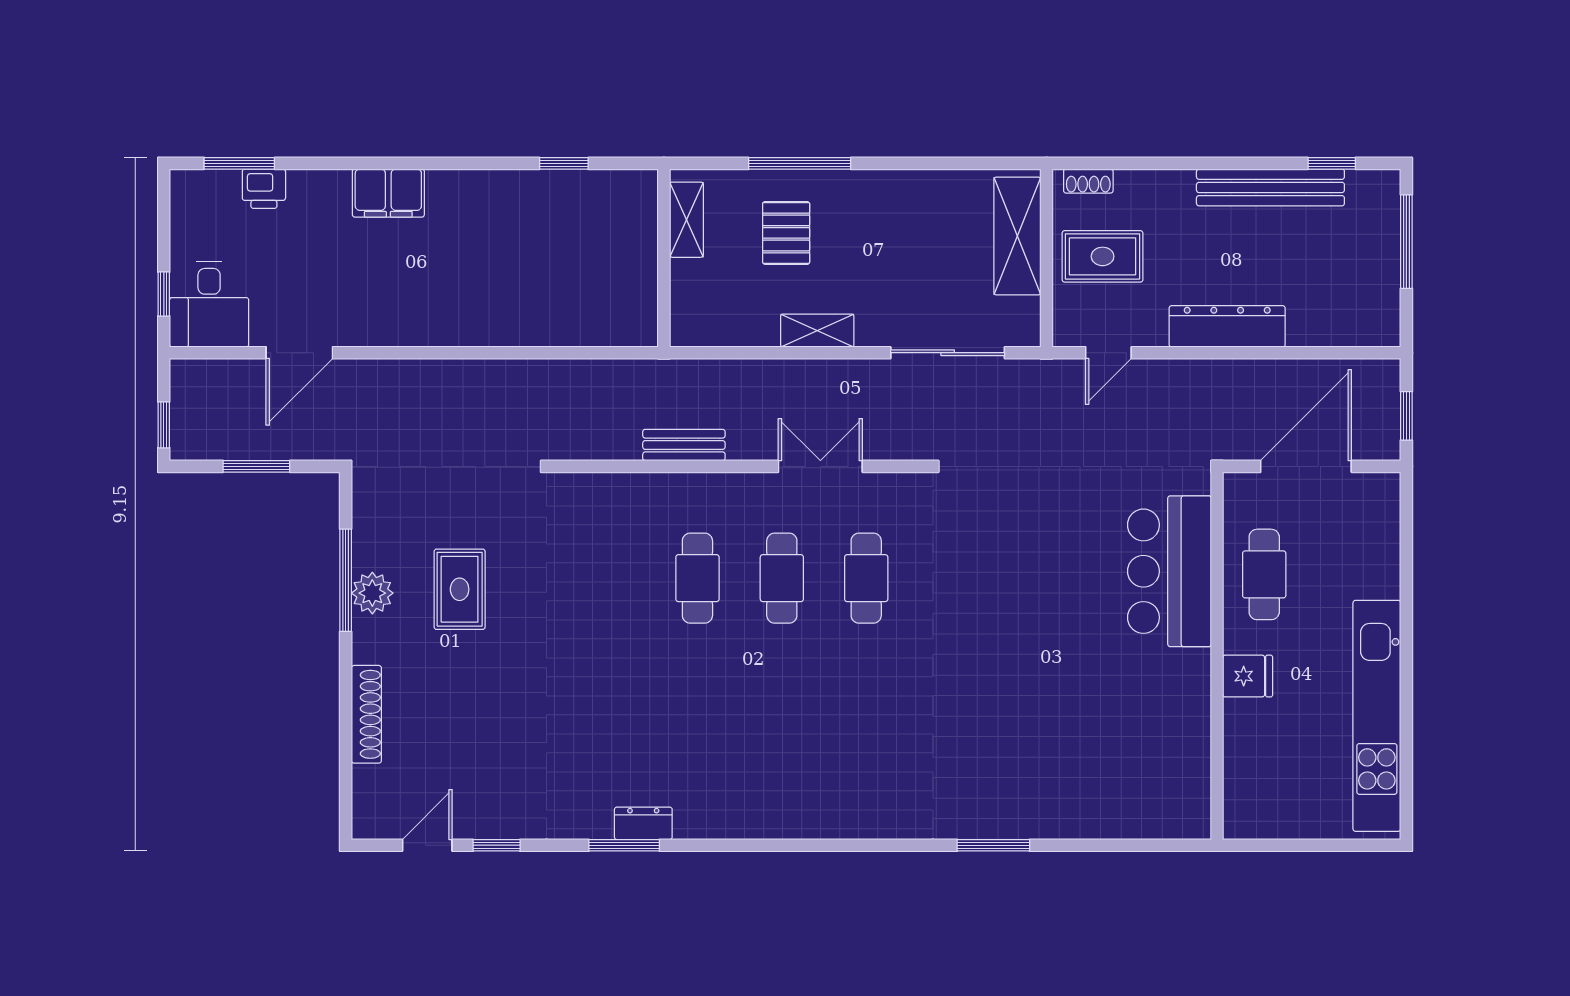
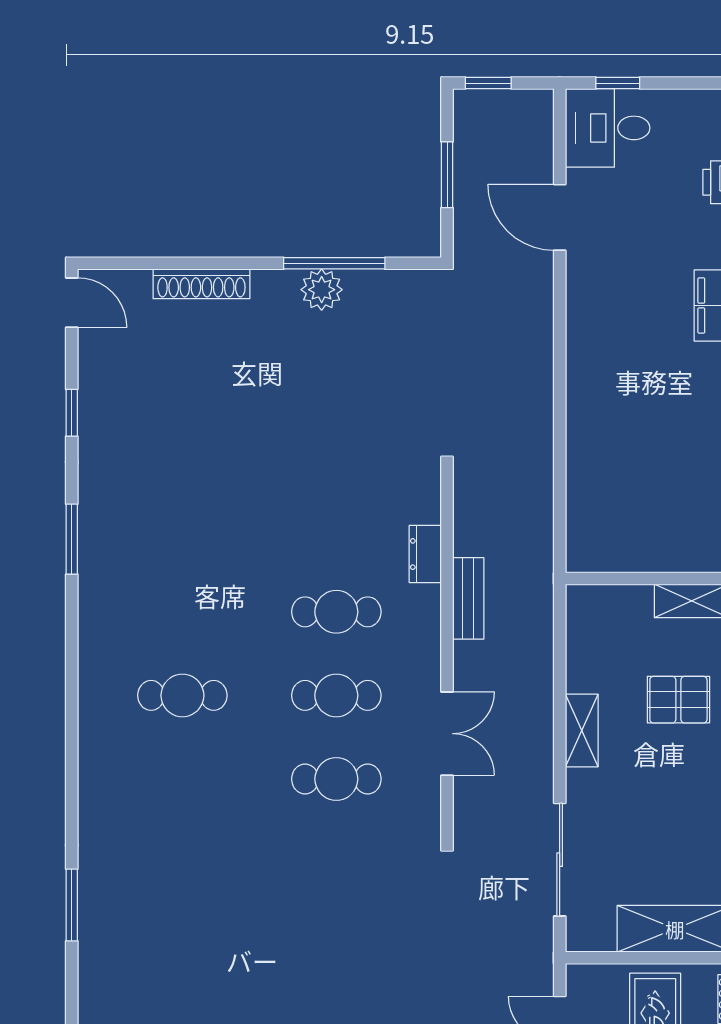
rug: (460, 589) -> (325, 376), removed
cafe table: (782, 734) -> (182, 695), added
dresser: (643, 823) -> (425, 554), moved, turned 180
door: (427, 845) -> (72, 303), moved

